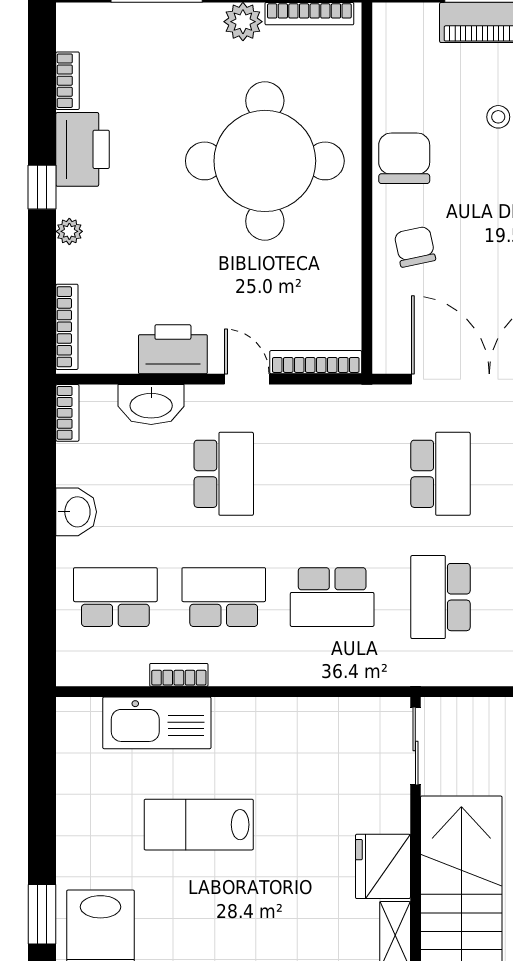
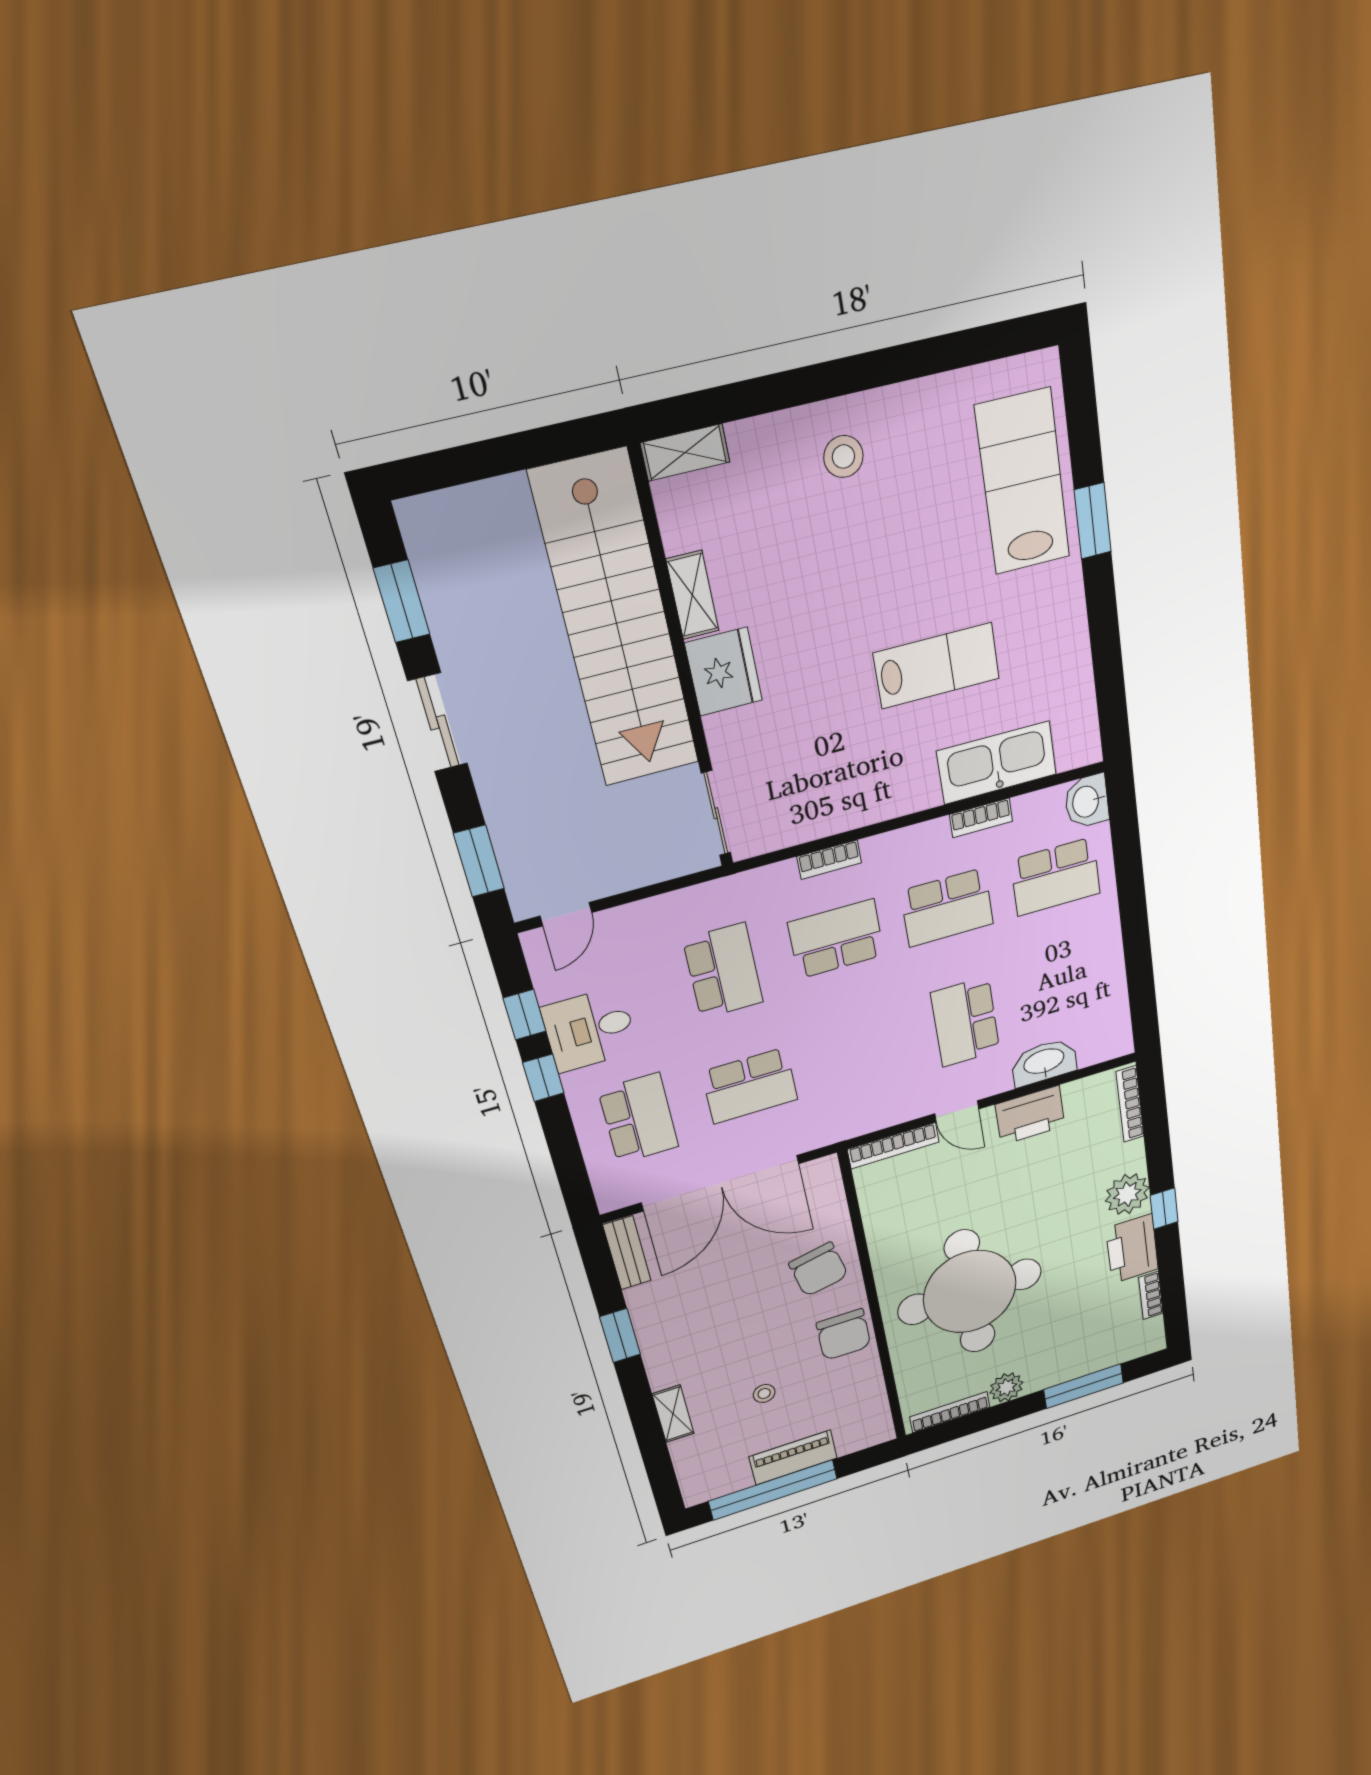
plant: (69, 231) -> (1127, 1194), width x1.88, depth x1.88
chair: (415, 247) -> (818, 1269), width x1.37, depth x1.37
bookcase: (67, 413) -> (829, 860), moved, turned -90
school desk: (440, 474) -> (750, 1086), turned -90
washbasin: (76, 512) -> (1087, 801), moved

